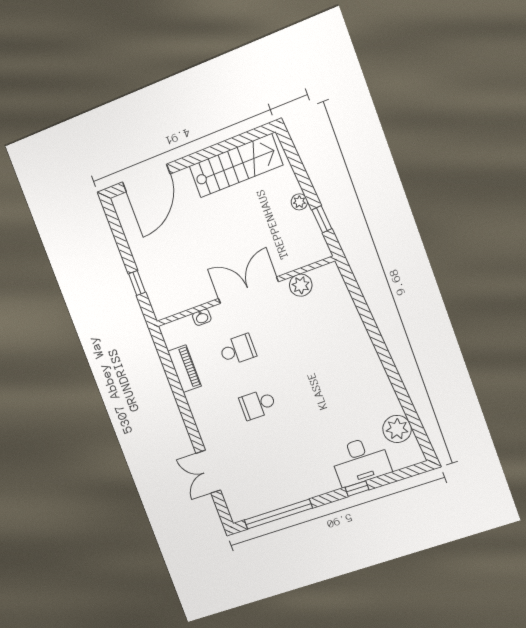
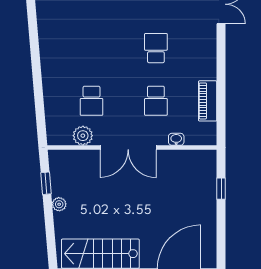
school desk: (305, 326) -> (91, 101), added
school desk: (238, 350) -> (156, 101), turned -90
school desk: (258, 404) -> (156, 48), turned -90

